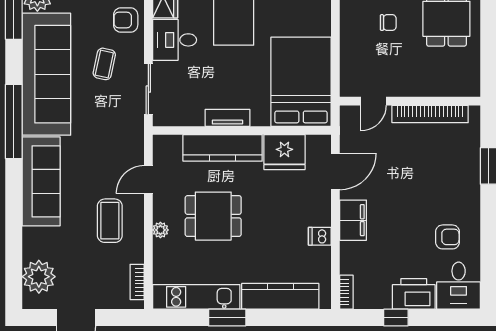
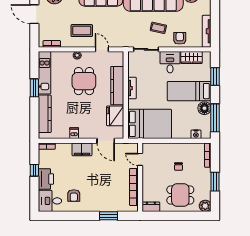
dresser: (470, 79) -> (151, 207), added

